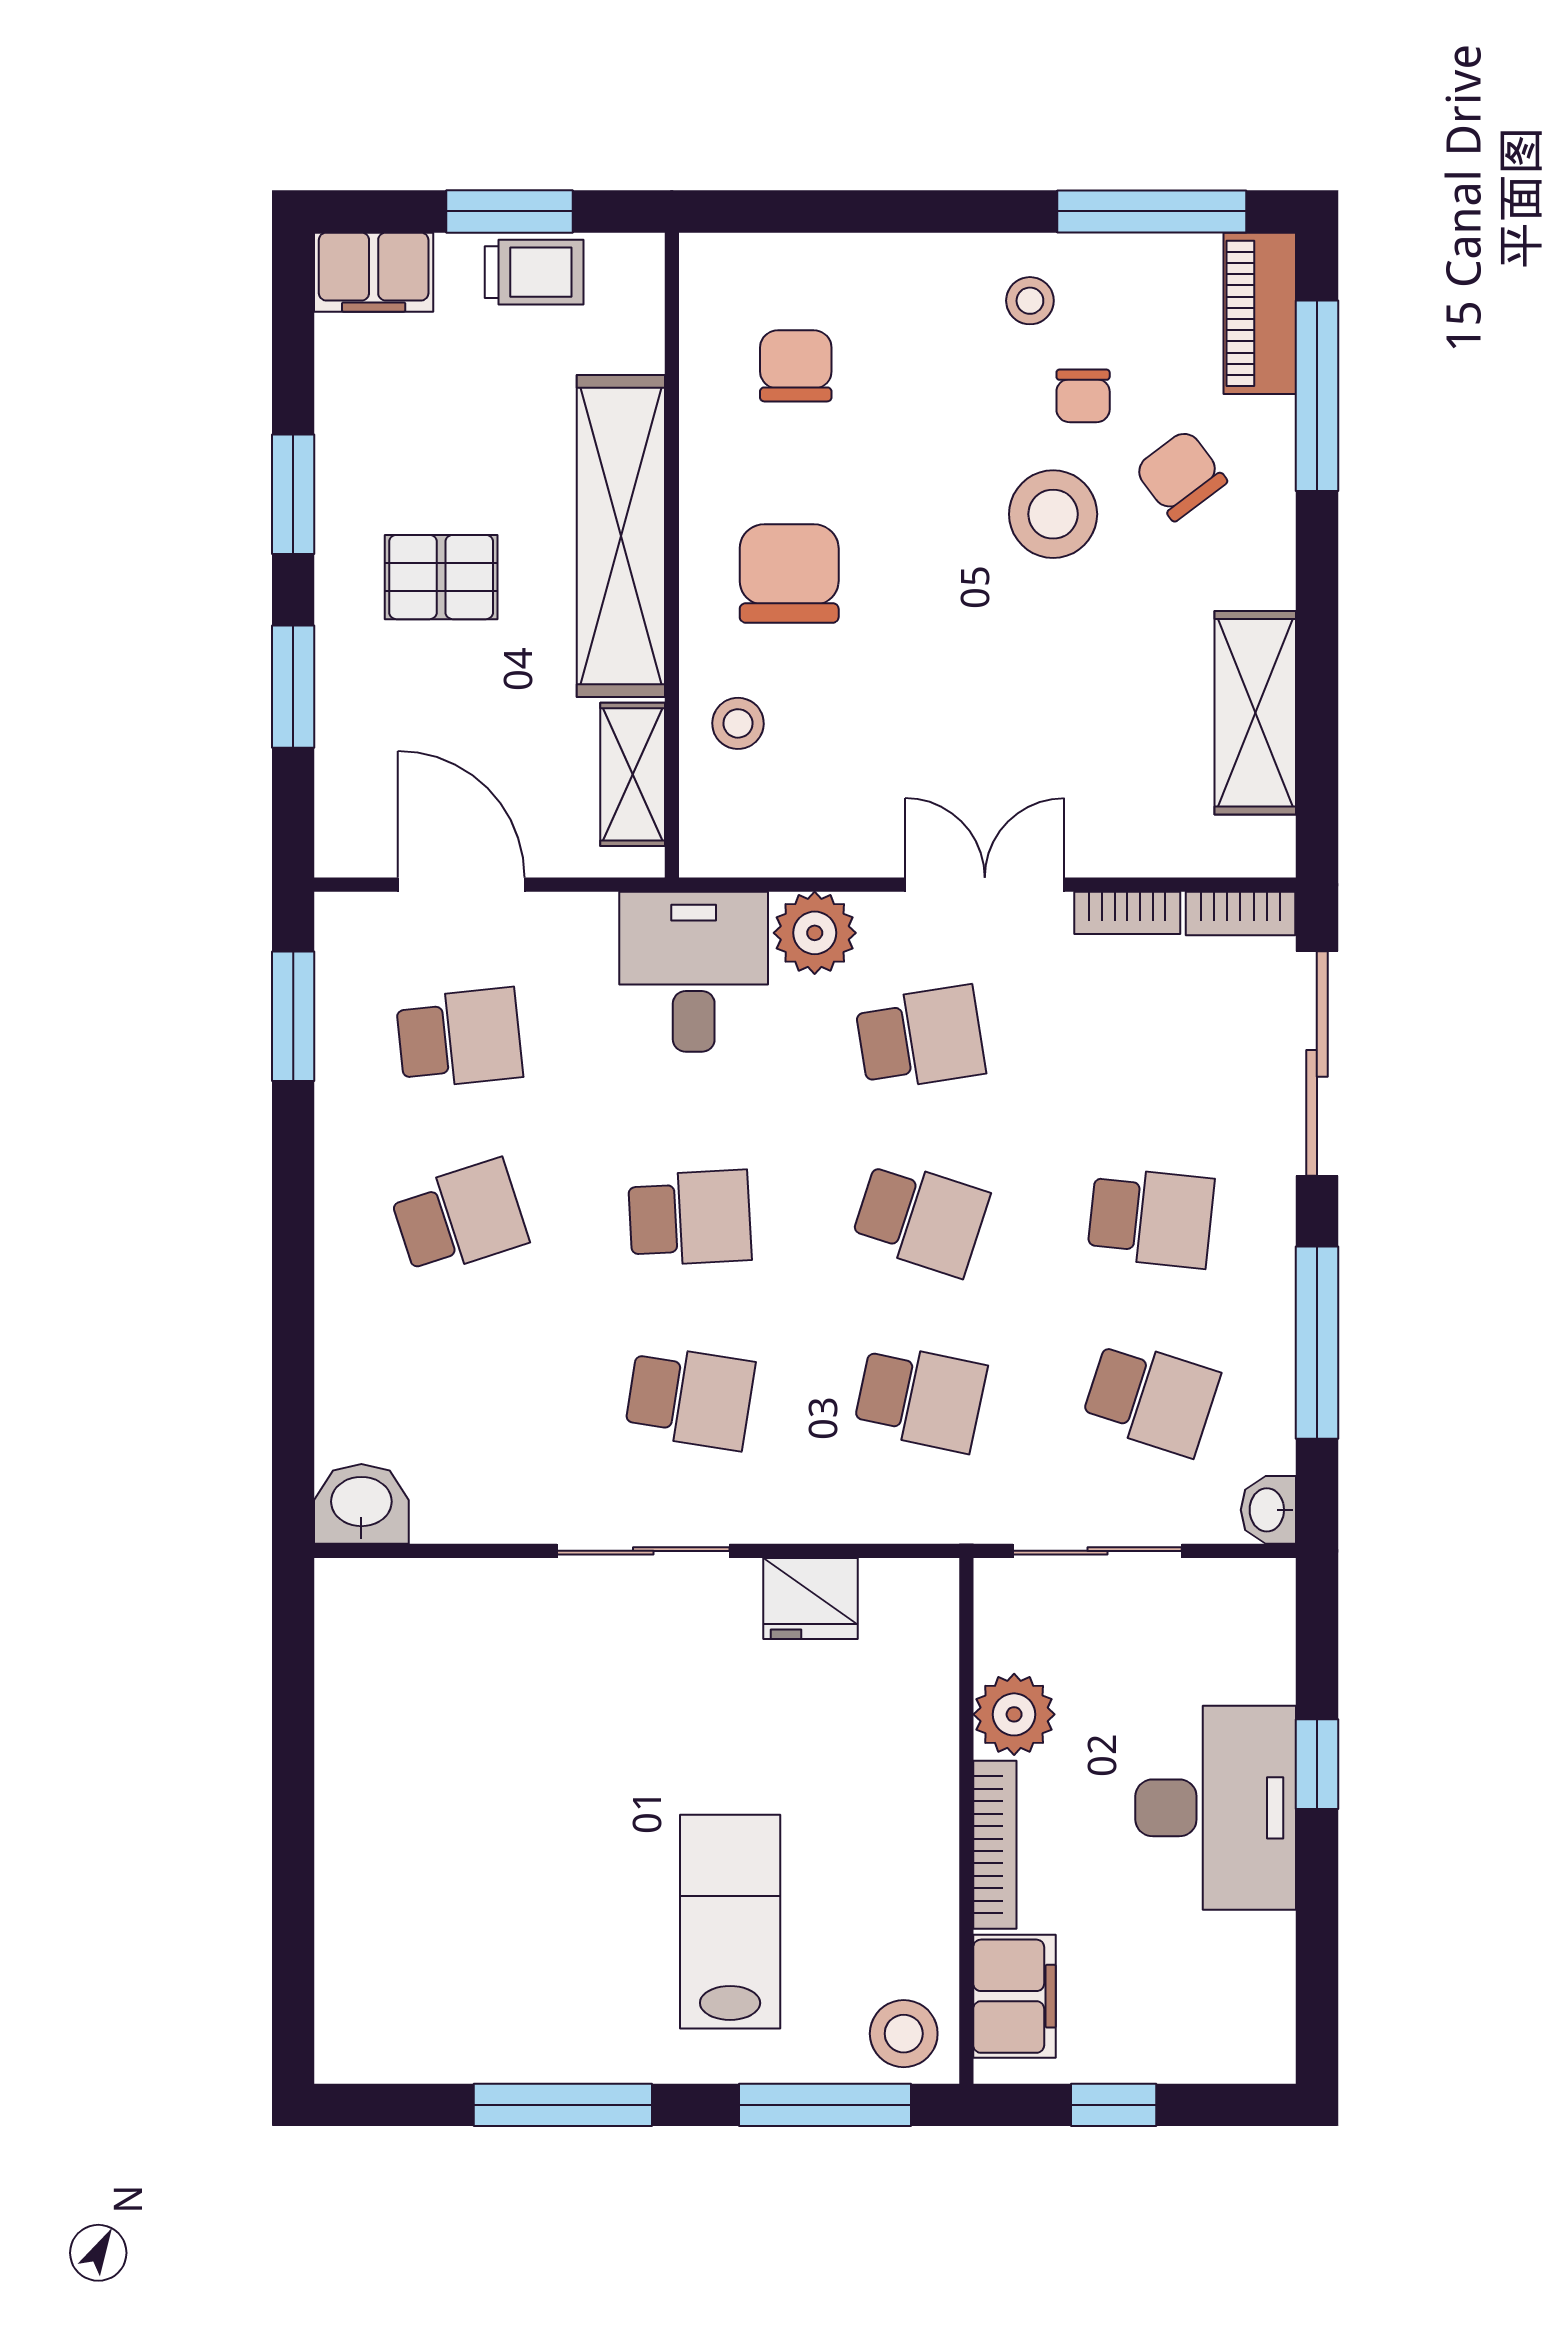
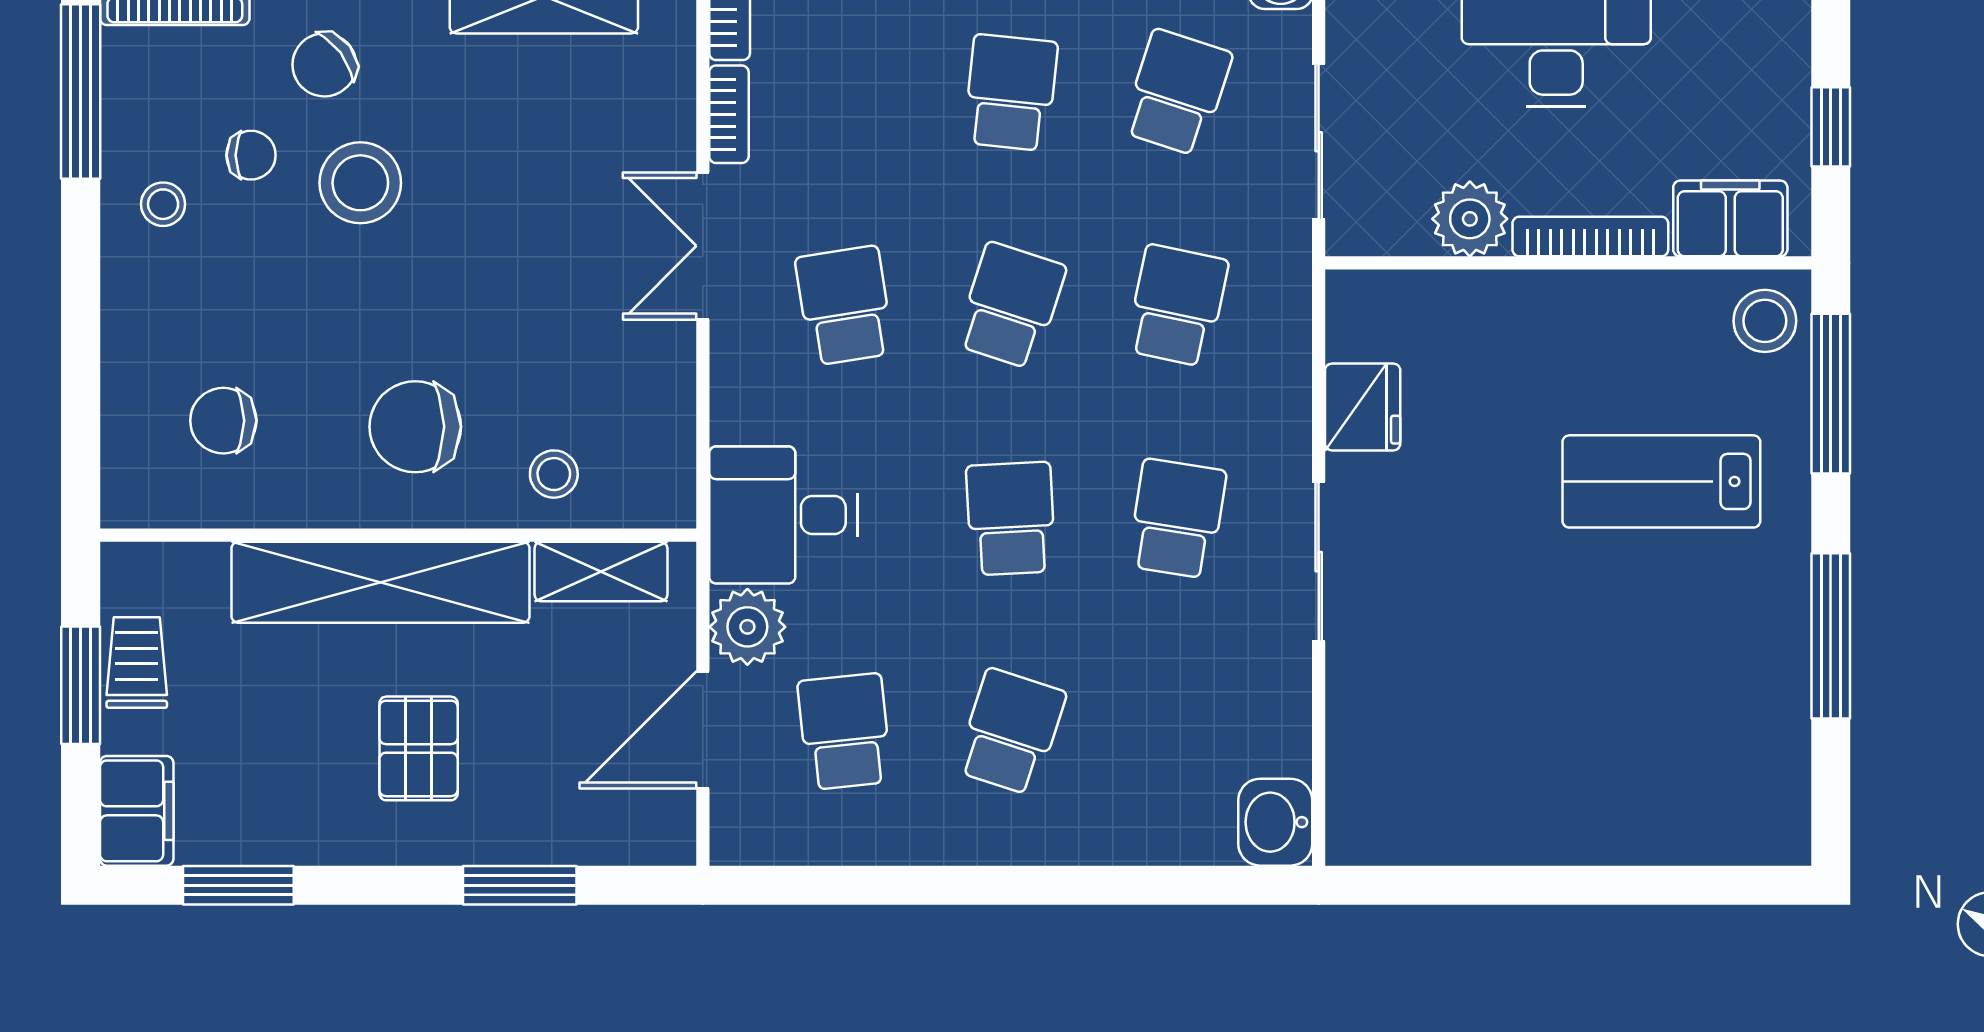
window: (293, 494) -> (238, 885), moved
plant: (815, 933) -> (747, 627), moved
window: (293, 1016) -> (825, 885), removed
school desk: (459, 1218) -> (1011, 732), turned 36

